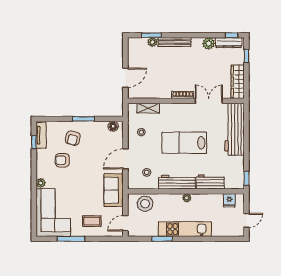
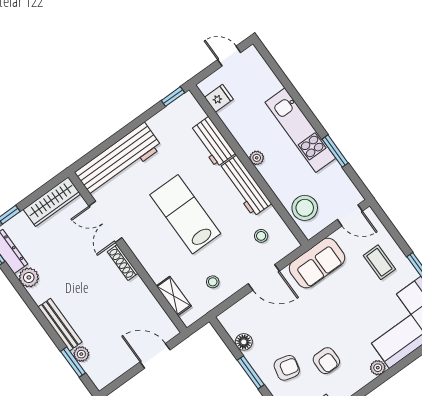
floor lamp: (113, 126) -> (244, 342), moved
lab bench: (184, 143) -> (185, 214), turned 180

